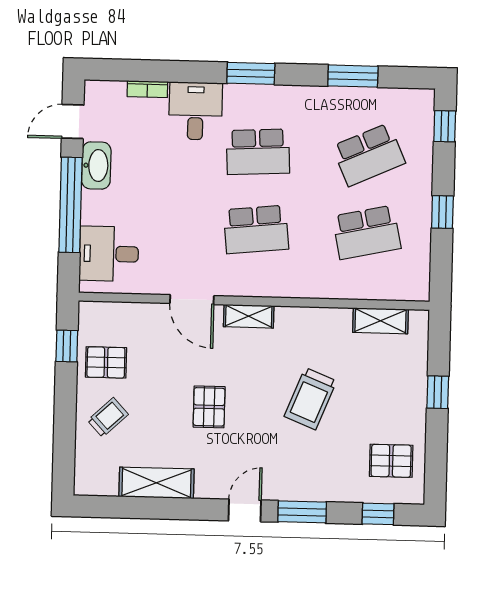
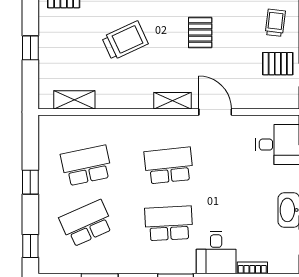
trolley: (310, 399) -> (125, 41), turned 43
trolley: (108, 417) -> (275, 23), turned 140

